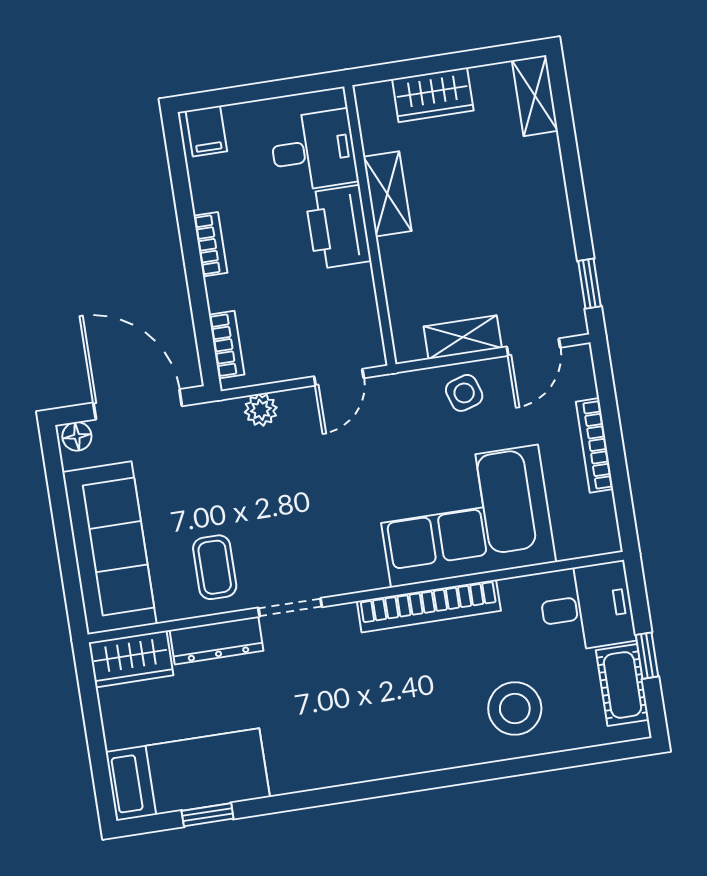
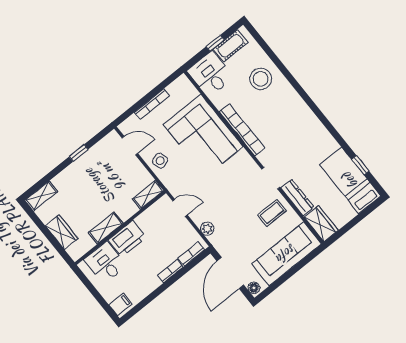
bookcase: (210, 244) -> (170, 271), moved
window: (589, 284) -> (79, 153), moved
shelving: (463, 337) -> (148, 195), moved, turned 90

